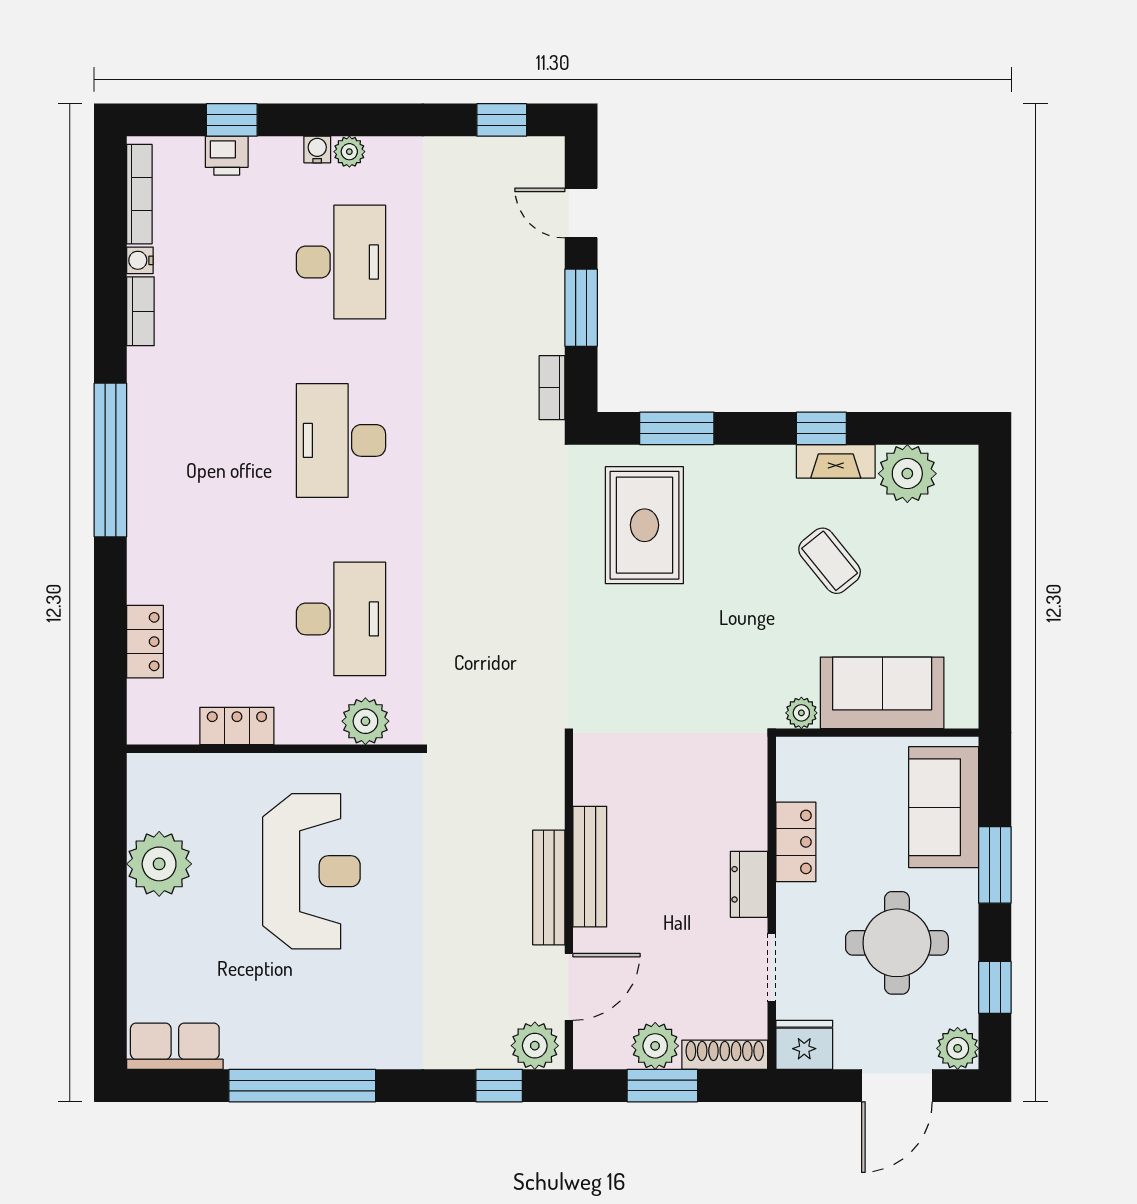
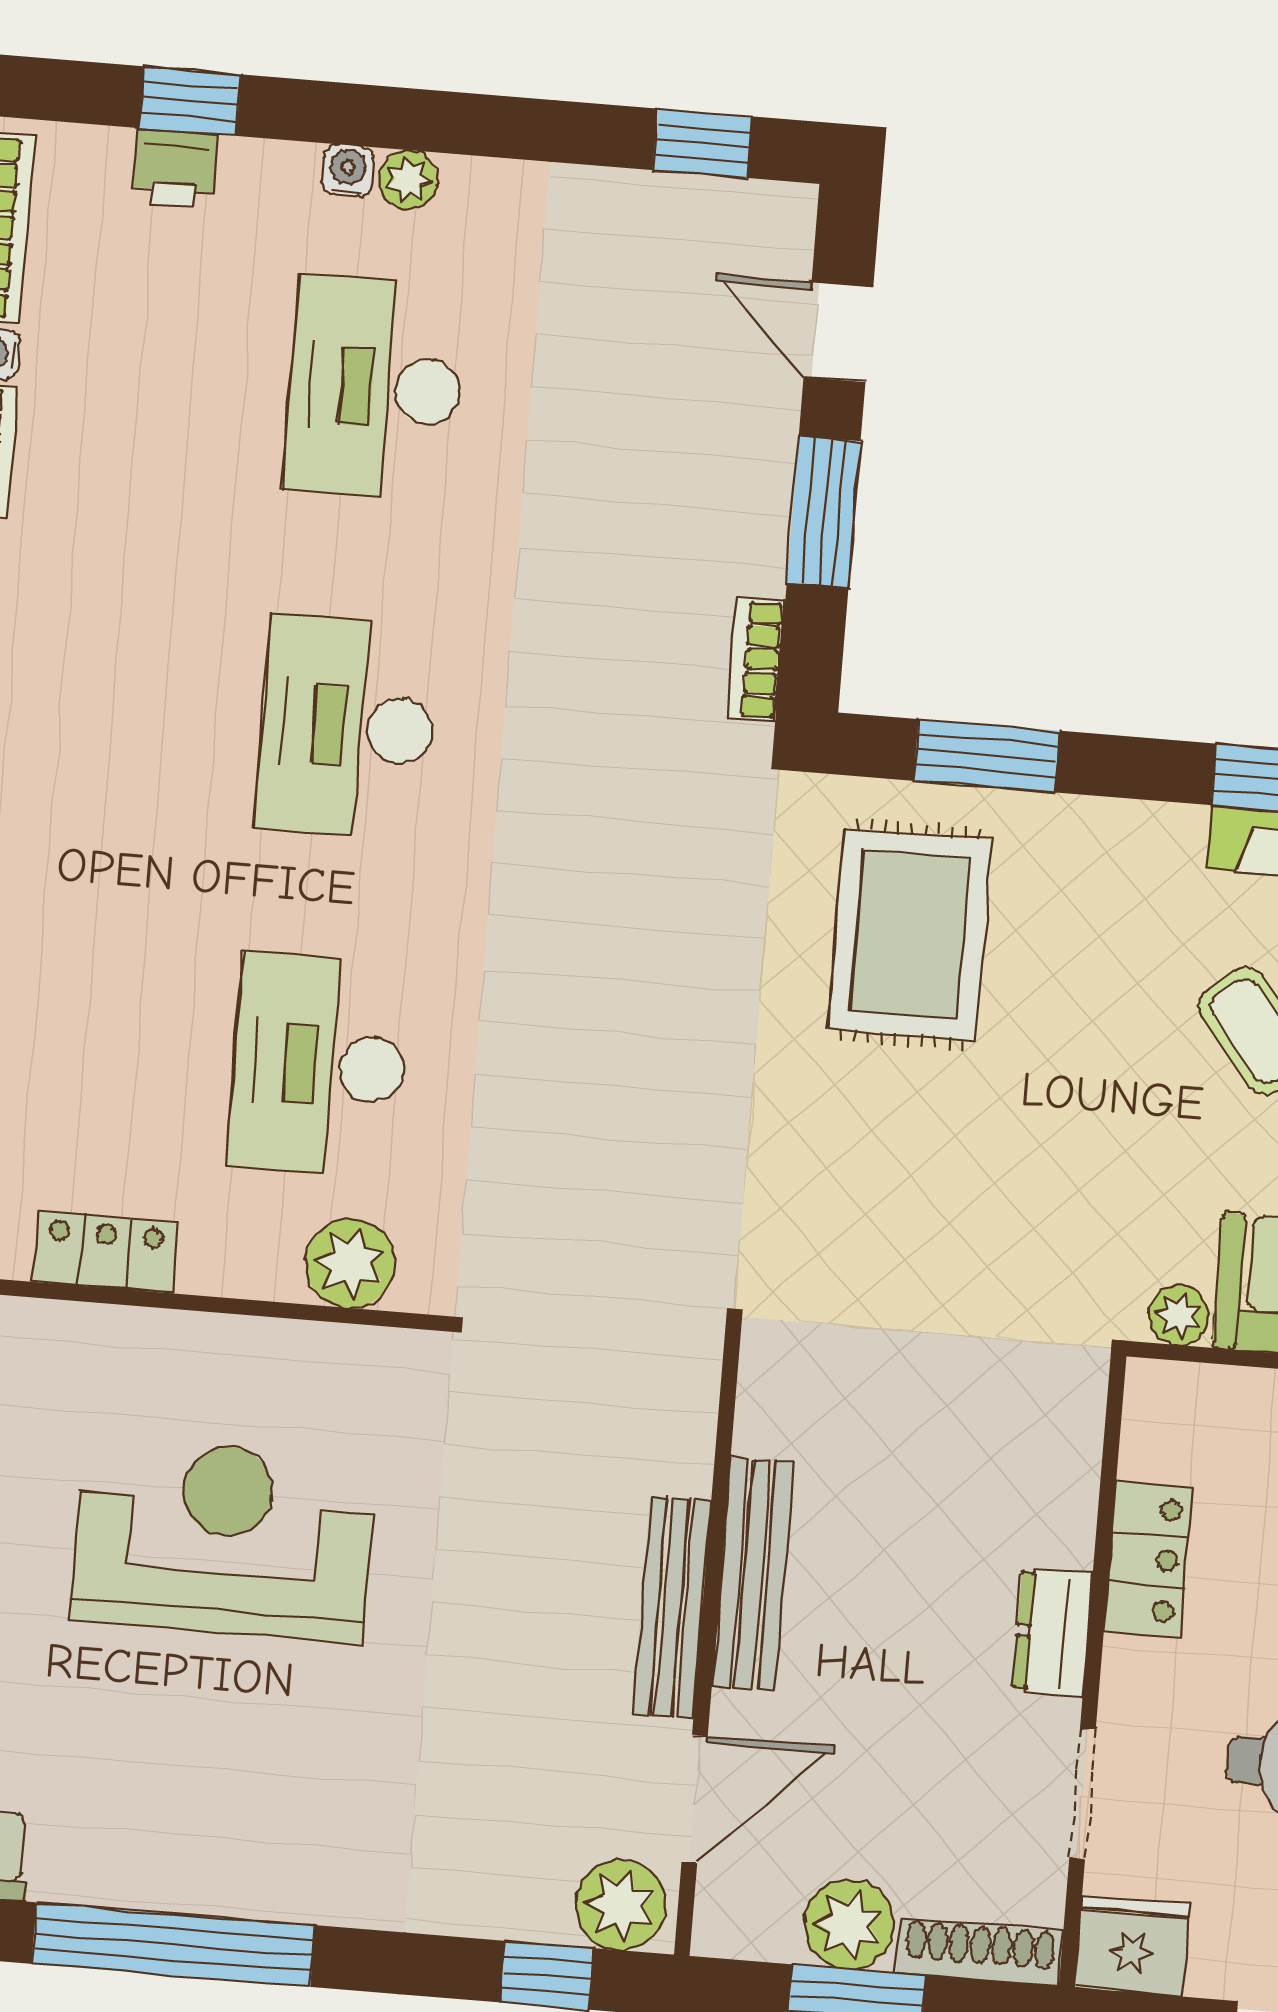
desk: (341, 262) -> (375, 388), turned 180
desk: (341, 619) -> (319, 1065), turned 180
reception desk: (311, 871) -> (224, 1539), turned -90

